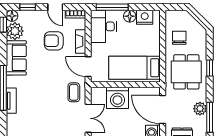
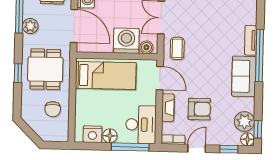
door: (55, 7) -> (197, 148), hinge flipped
sofa: (16, 58) -> (244, 76), moved
boiler: (100, 93) -> (146, 47), added

